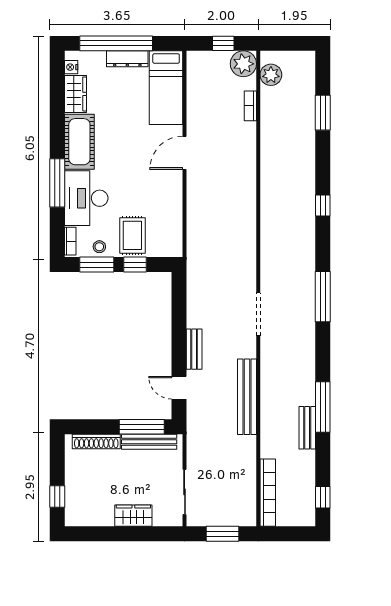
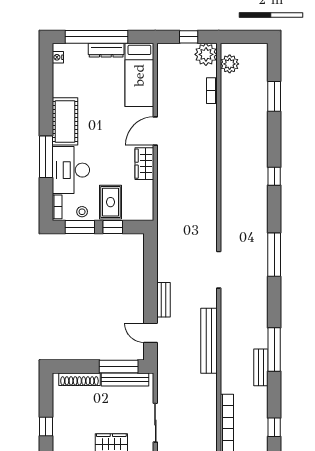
wardrobe: (76, 94) -> (144, 164), moved, turned 180

